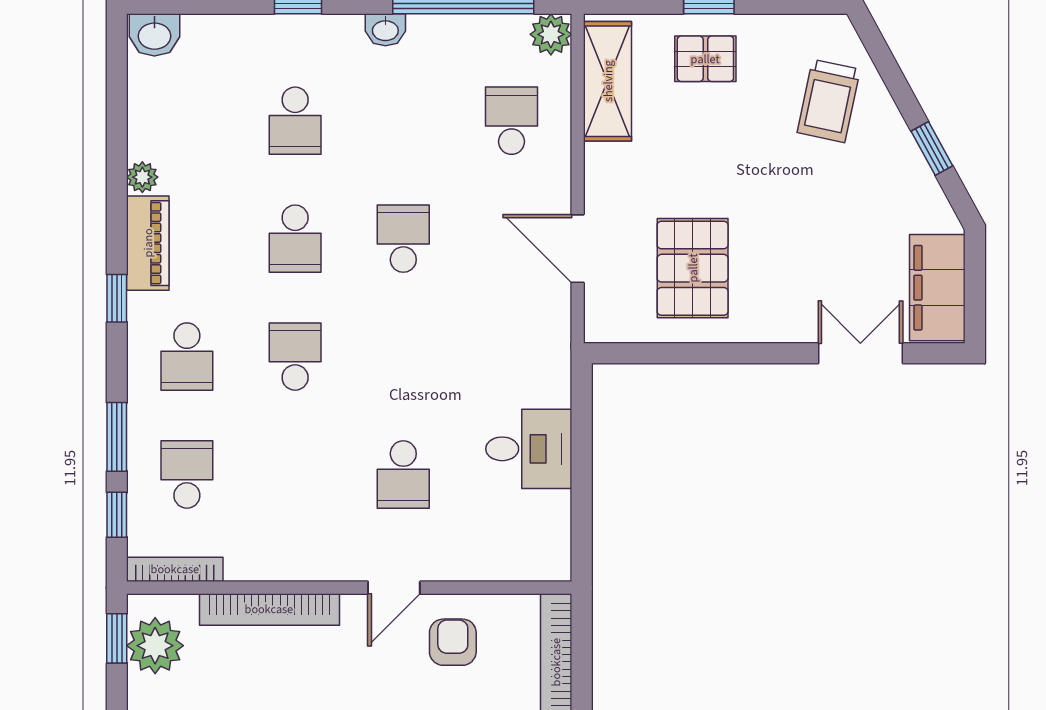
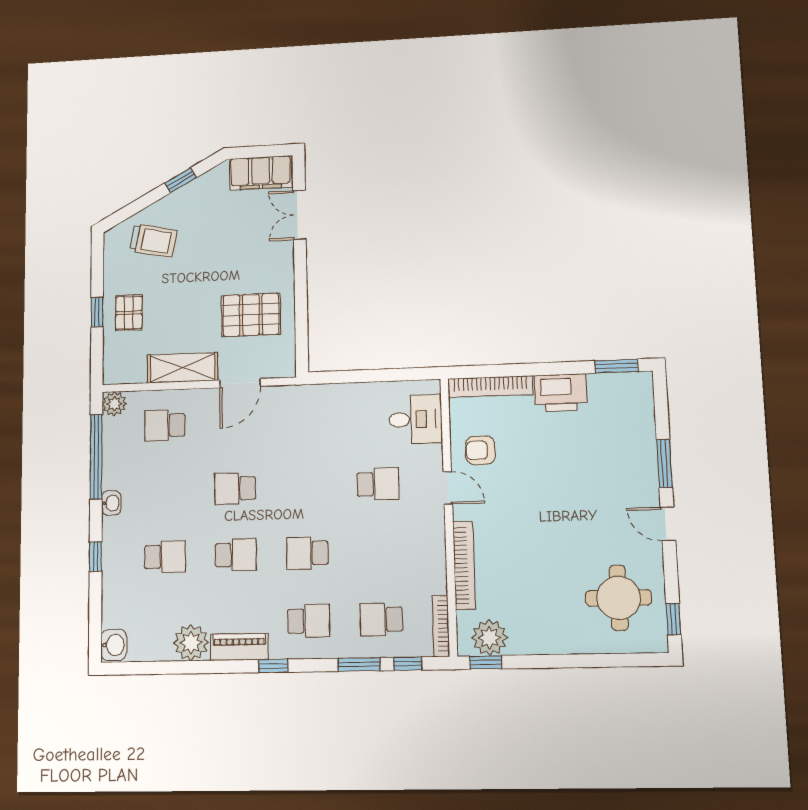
shelving: (608, 81) -> (183, 368), moved
plant: (142, 177) -> (191, 643), width x1.88, depth x1.88
desk: (529, 449) -> (416, 419), moved, turned 90

